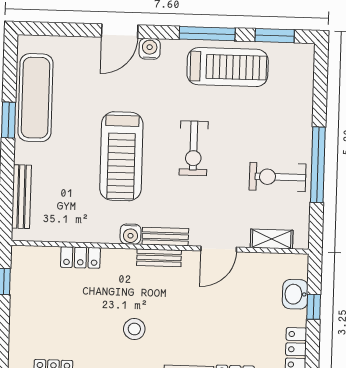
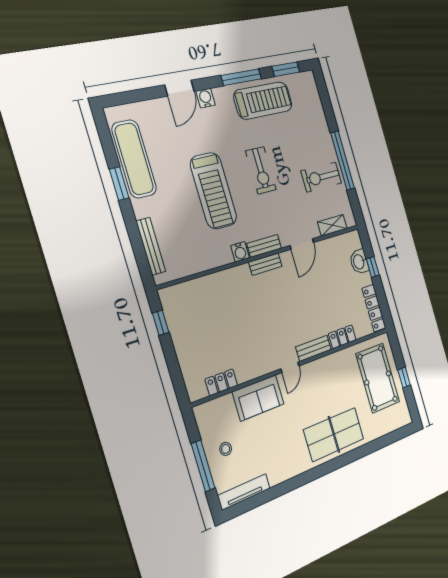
locker: (80, 257) -> (211, 283), removed
stool: (134, 329) -> (267, 327), removed

